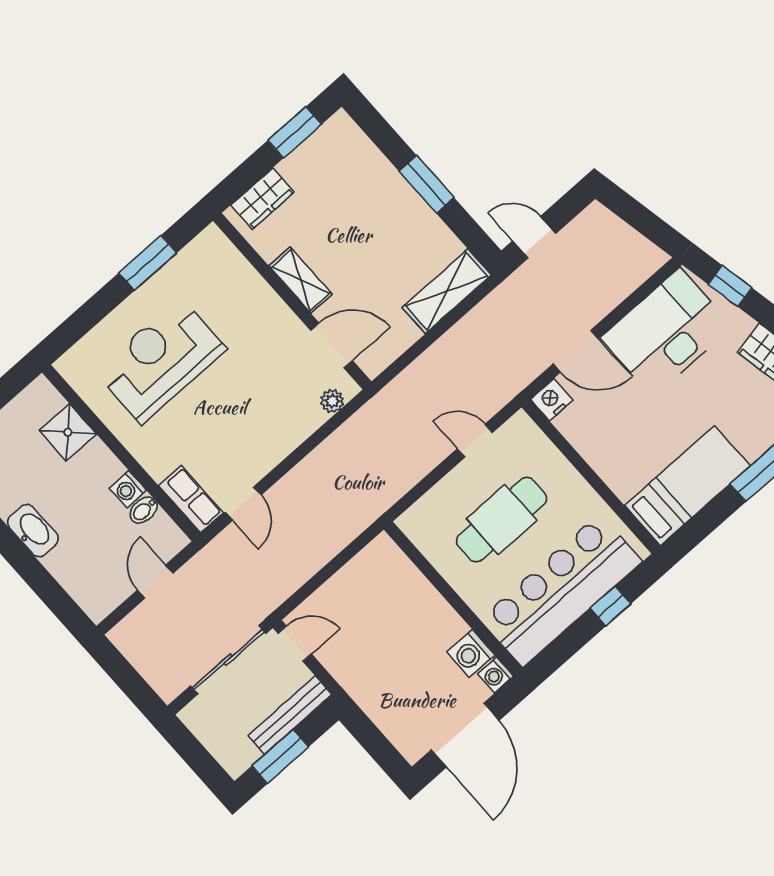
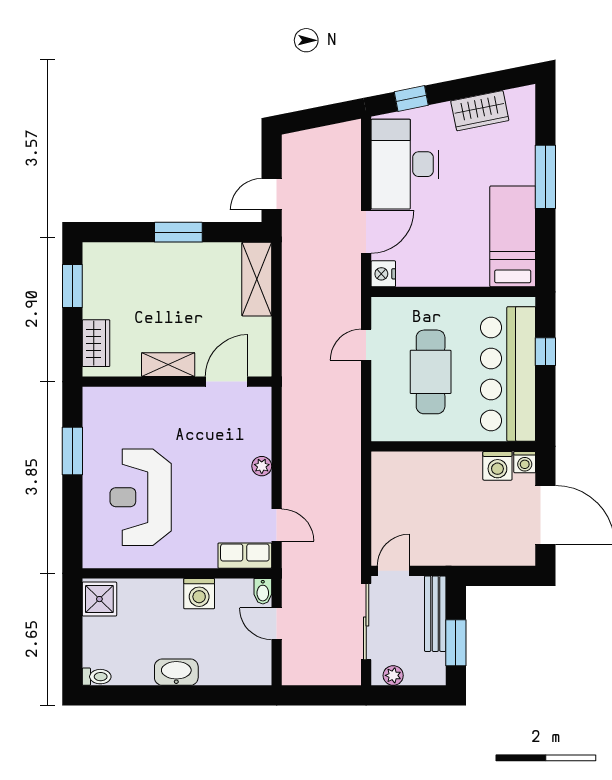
plant: (332, 401) -> (262, 466), moved
shower: (68, 432) -> (99, 599), moved
washing machine: (128, 489) -> (199, 594), width x1.38, depth x1.38
bidet: (144, 510) -> (263, 591), moved
plant: (201, 726) -> (393, 675), added

